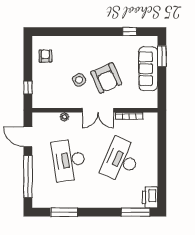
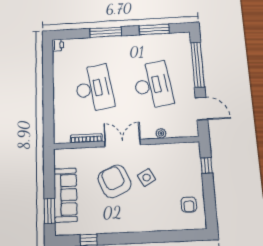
desk: (121, 160) -> (94, 88), turned -33
printer: (150, 197) -> (58, 45), width x0.53, depth x0.68
window: (135, 212) -> (106, 32), moved

